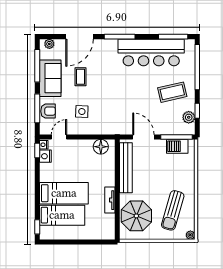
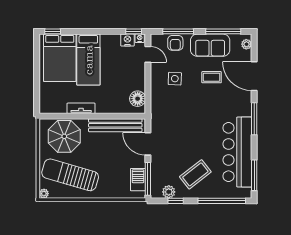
coffee table: (172, 92) -> (195, 174), turned 65
door: (143, 137) -> (148, 144), swing flipped
sun lounger: (173, 210) -> (70, 175), width x1.36, depth x1.34
bed: (62, 215) -> (60, 58), width x1.50

